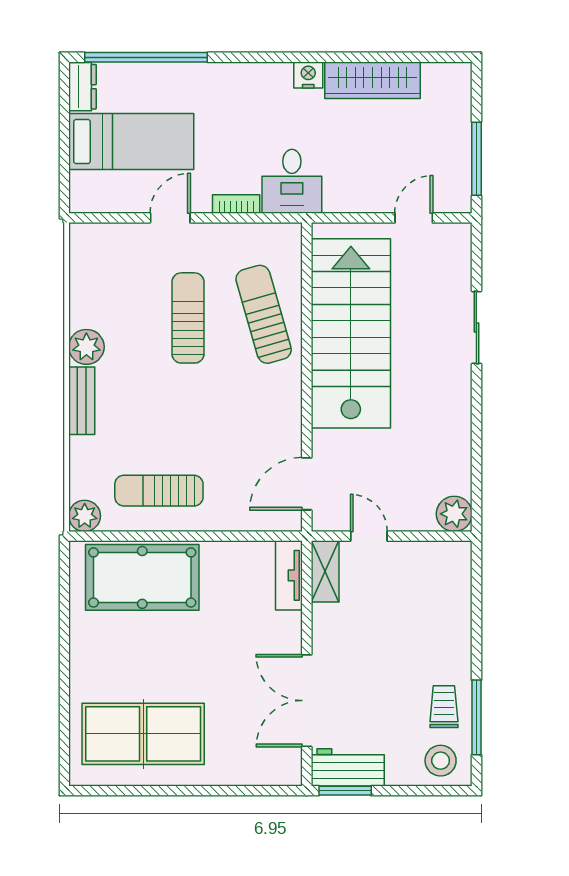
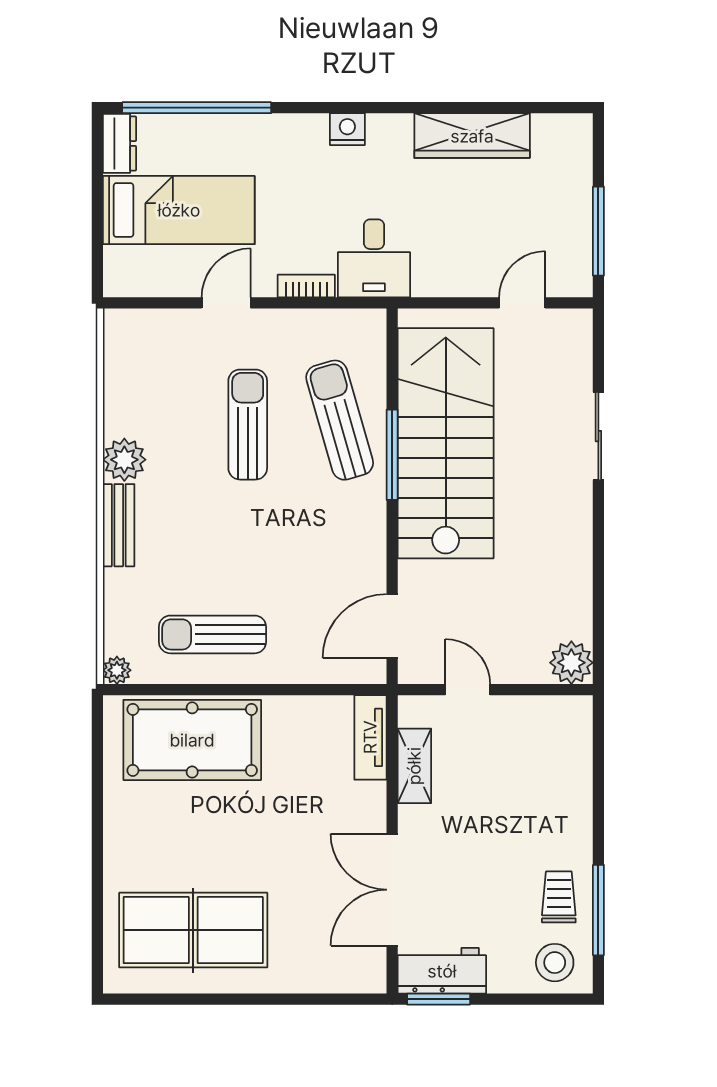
nightstand: (308, 75) -> (347, 129), moved
window: (307, 343) -> (392, 455), added
plant: (85, 516) -> (117, 670), width x0.73, depth x0.73
shelving: (325, 571) -> (414, 766), moved

